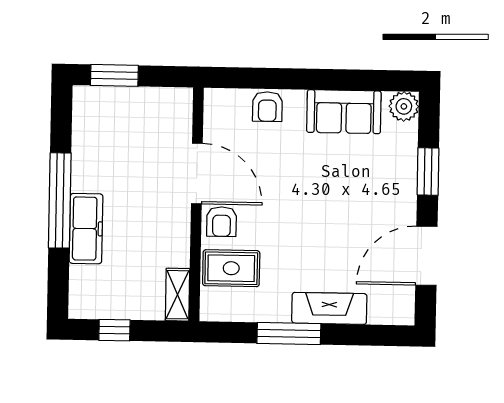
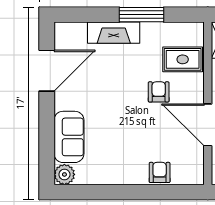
sofa: (344, 112) -> (69, 137), moved, turned 90
window: (428, 171) -> (47, 129), removed
armchair: (222, 222) -> (159, 92), moved

